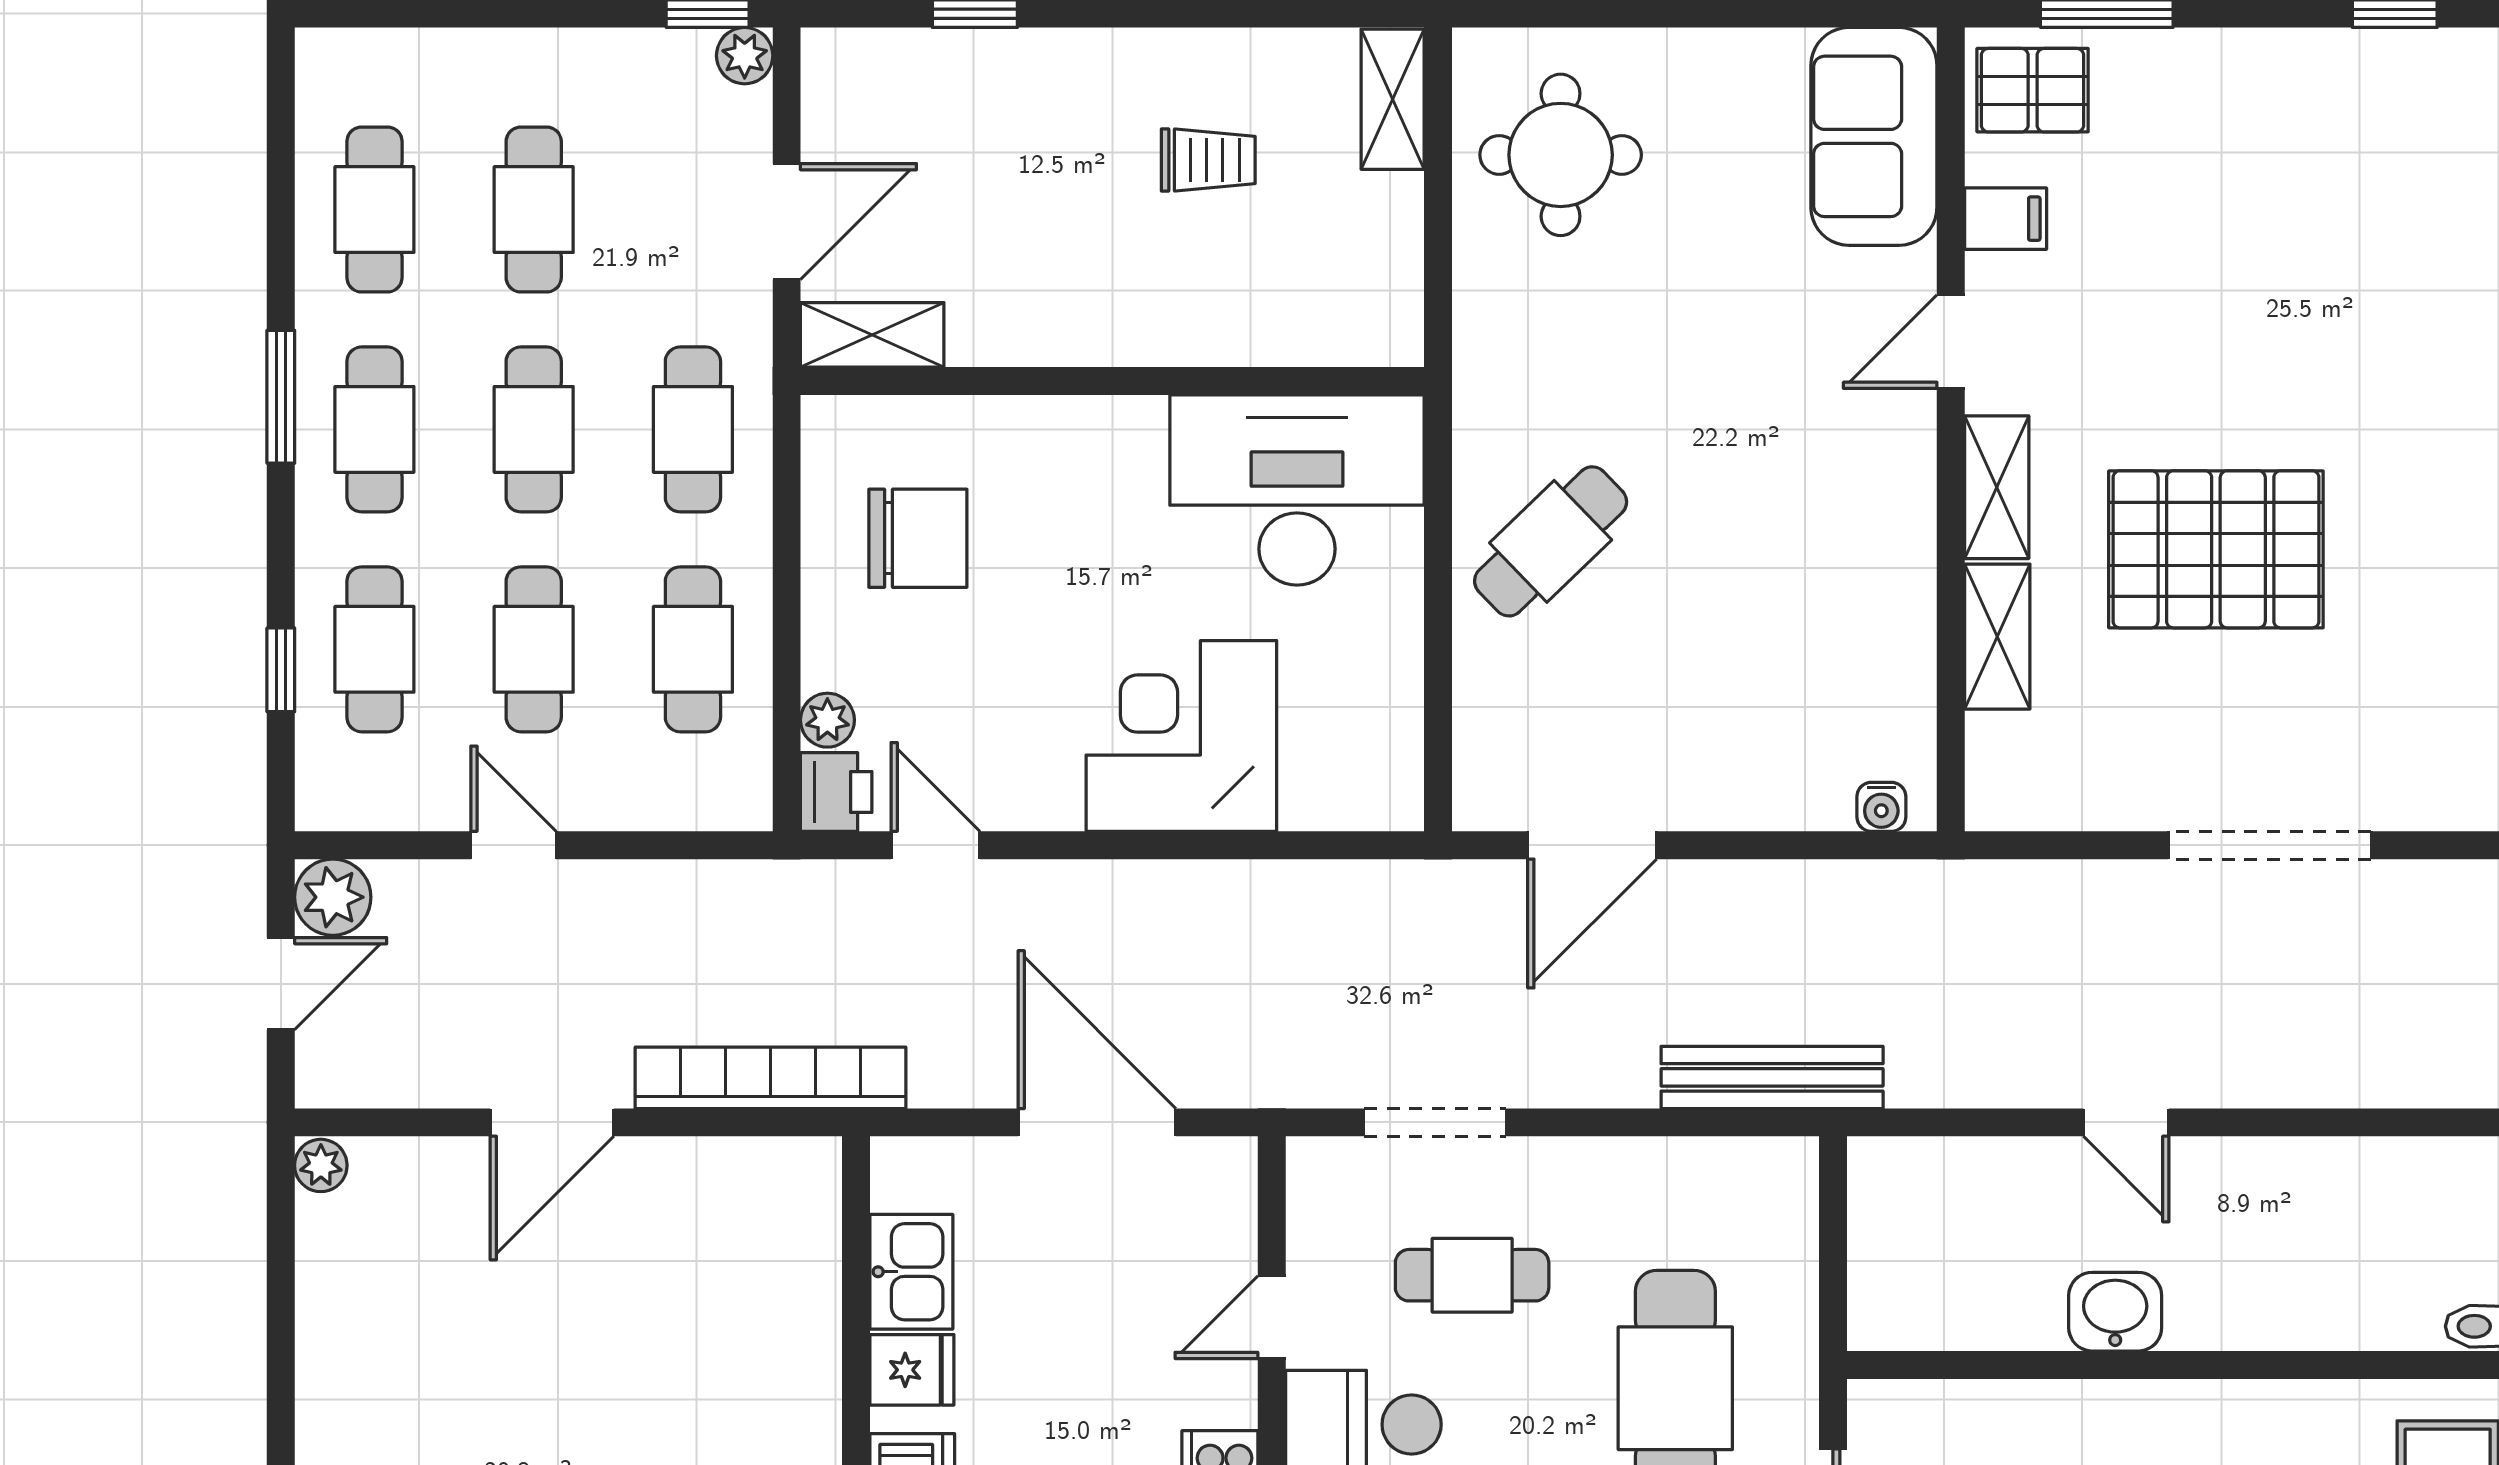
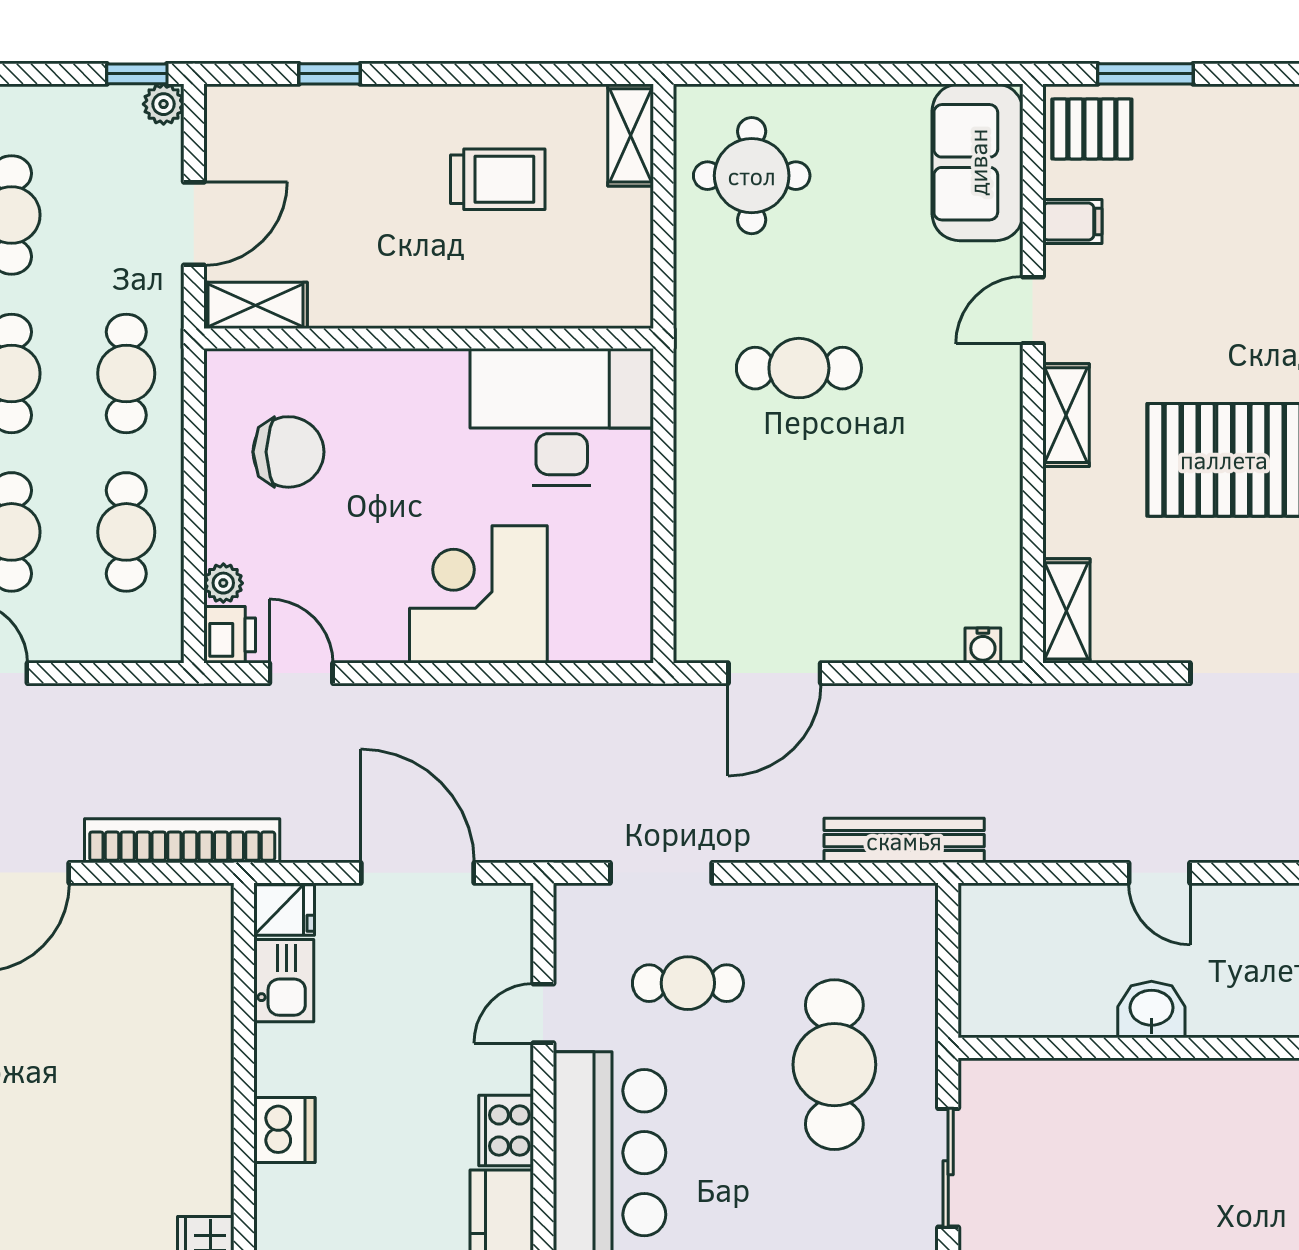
trolley: (1208, 160) -> (498, 179), width x1.36, depth x1.39
cafe table: (1551, 541) -> (799, 368), moved, turned 44
shelving: (1997, 637) -> (1066, 611), moved
fridge: (912, 1370) -> (284, 910), moved

